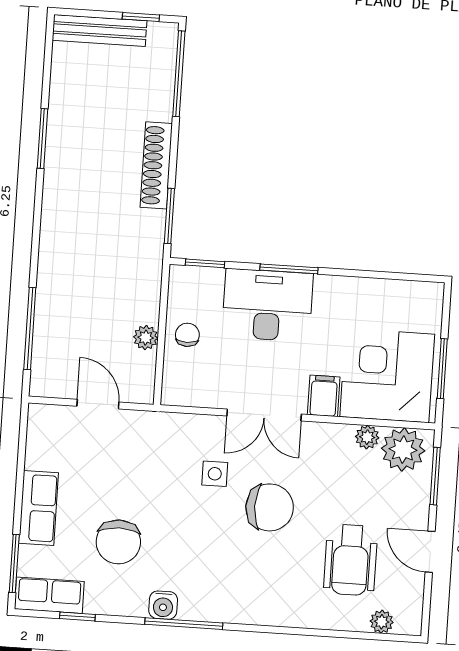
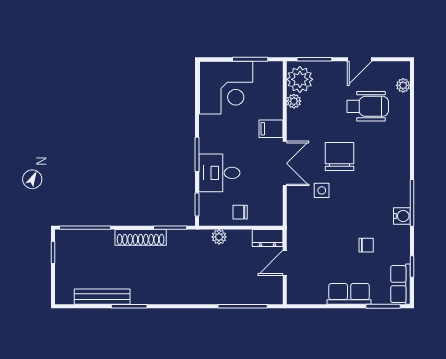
bench: (99, 30) -> (102, 297), moved, turned 90
desk: (267, 305) -> (219, 173), width x0.73
plant: (146, 338) -> (219, 237), moved
corner desk: (387, 375) -> (226, 88), moved, turned -90
dresser: (141, 378) -> (268, 238), added
chair: (118, 542) -> (366, 245), width x0.54, depth x0.54

